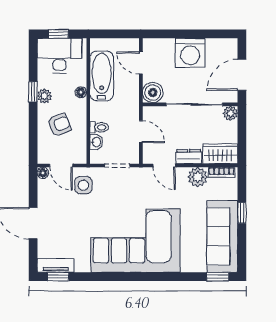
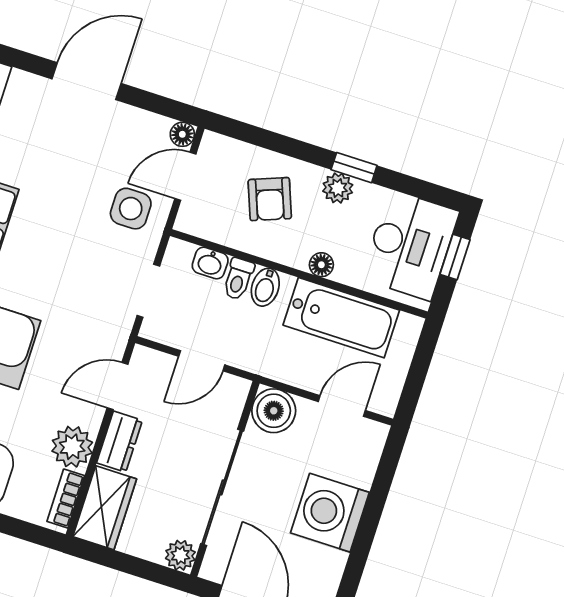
bidet: (99, 114) -> (265, 287), added

